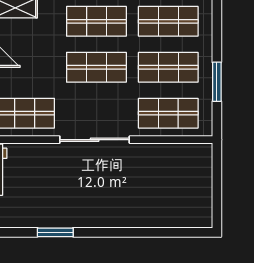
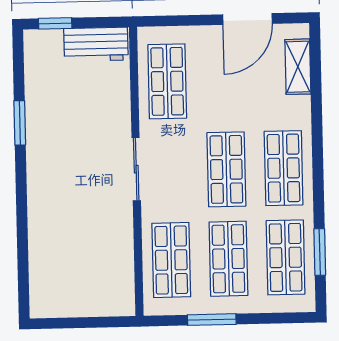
sliding door: (95, 140) -> (136, 169), width x0.73

